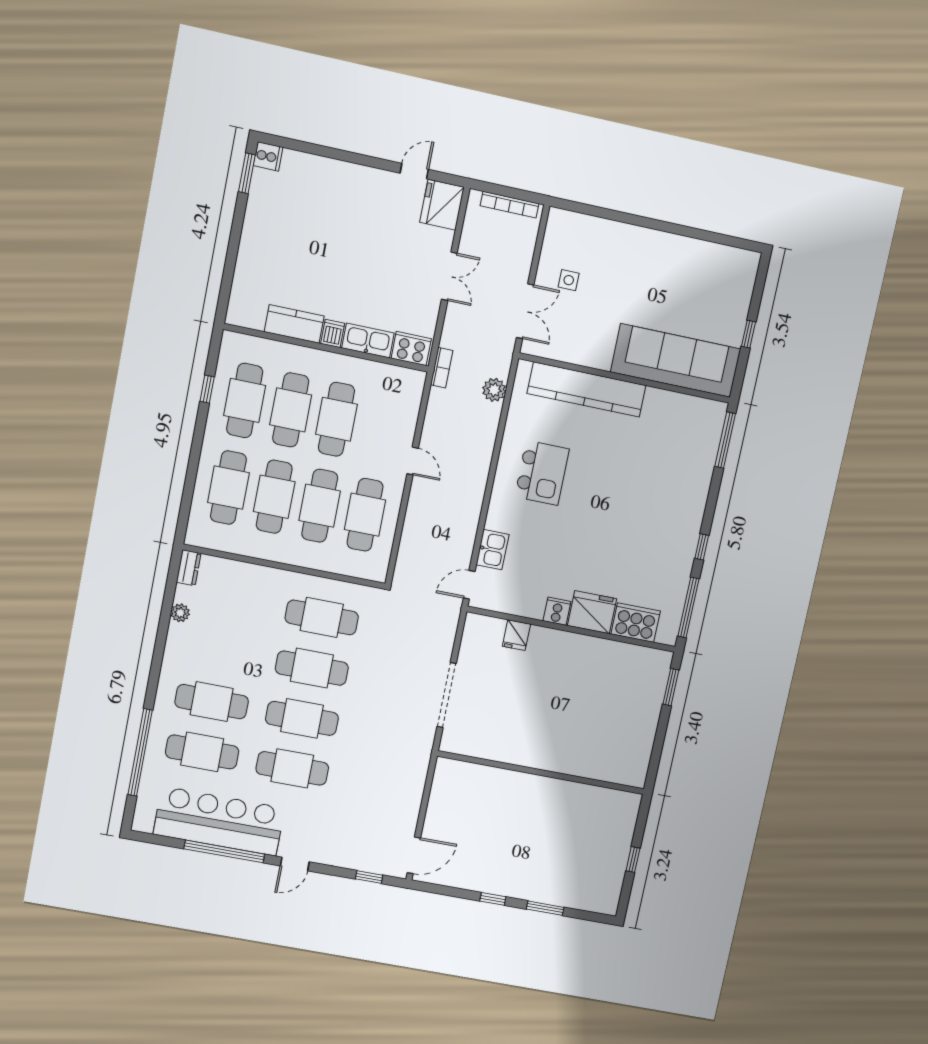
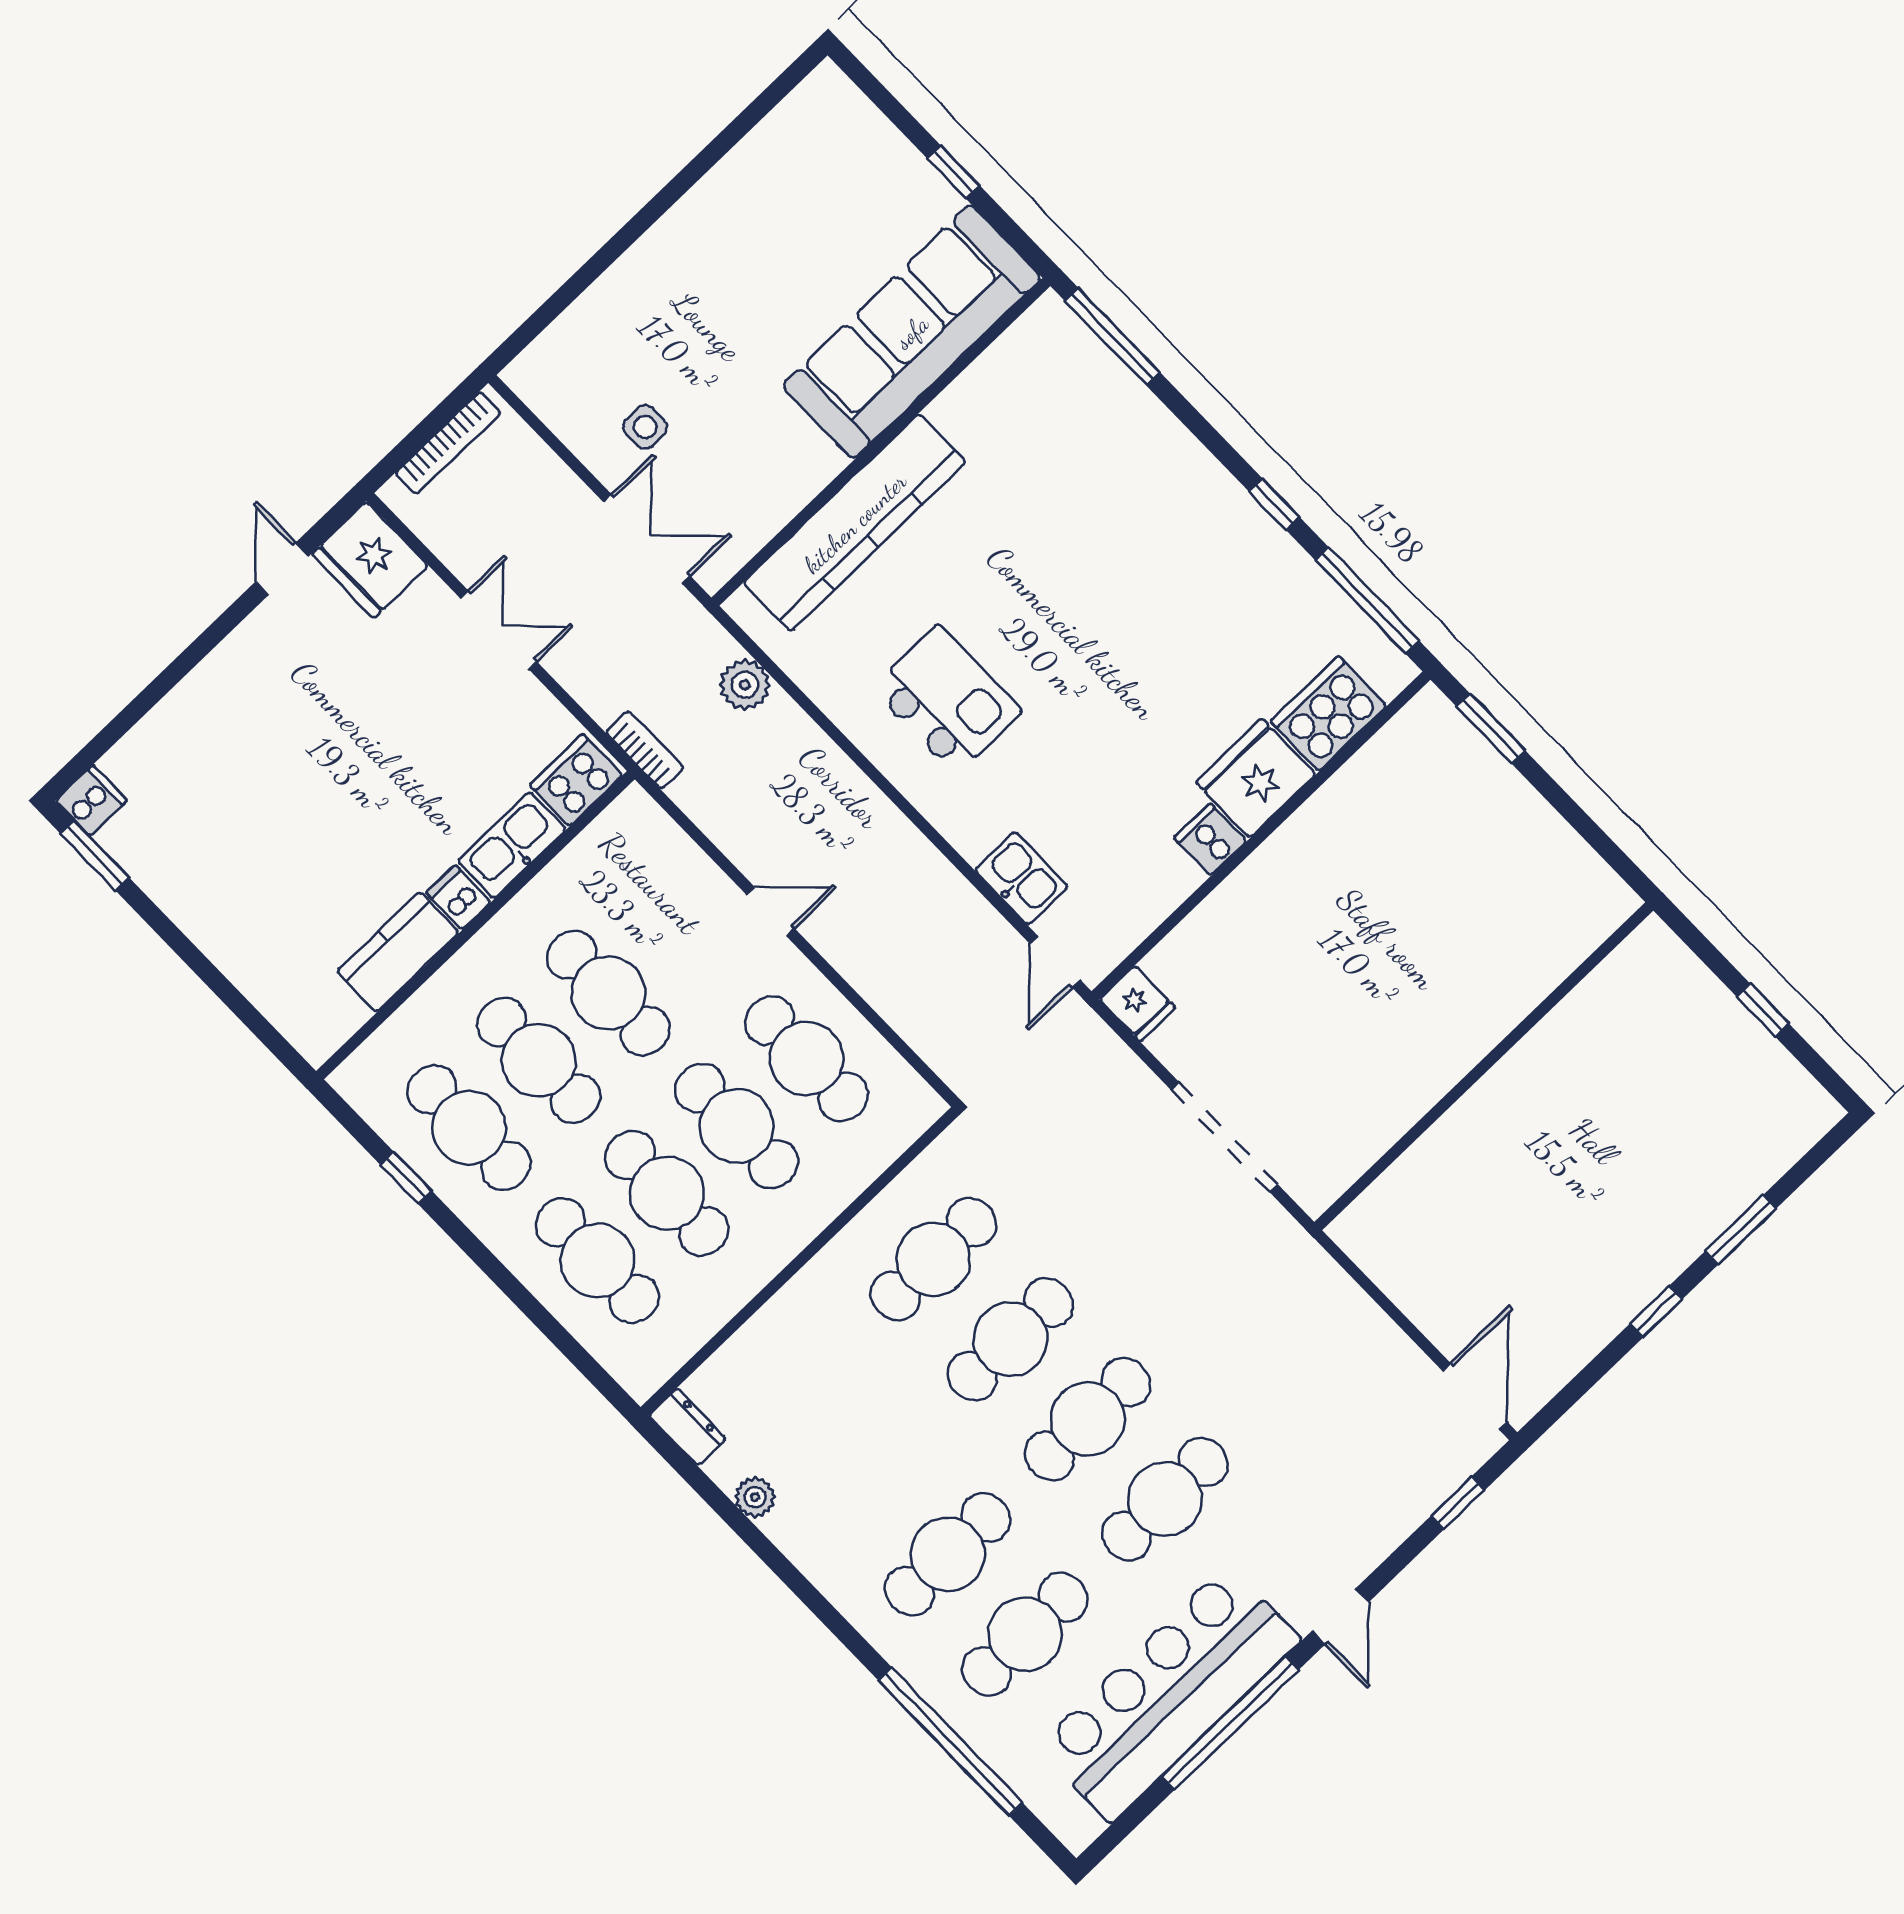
fridge: (516, 635) -> (1138, 1003), moved

